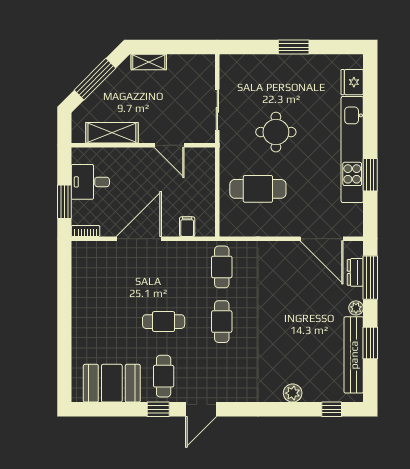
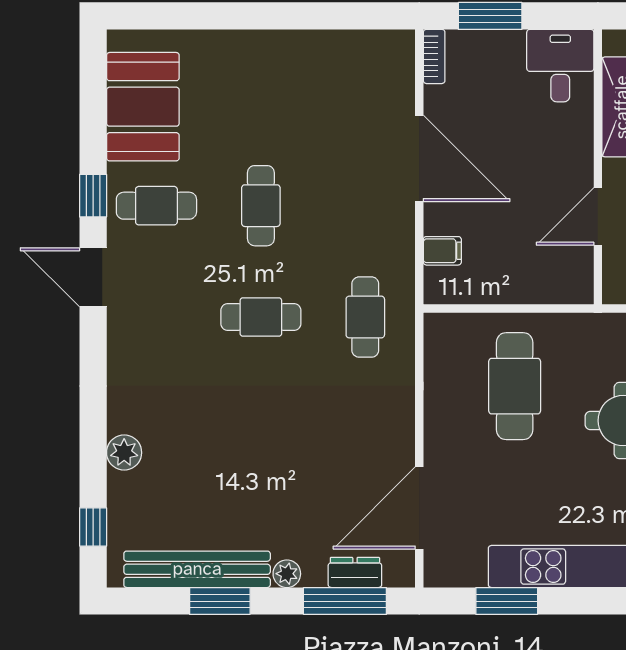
window: (370, 175) -> (507, 601), moved
desk: (90, 182) -> (560, 66), moved
cafe table: (222, 267) -> (365, 317), turned 90

